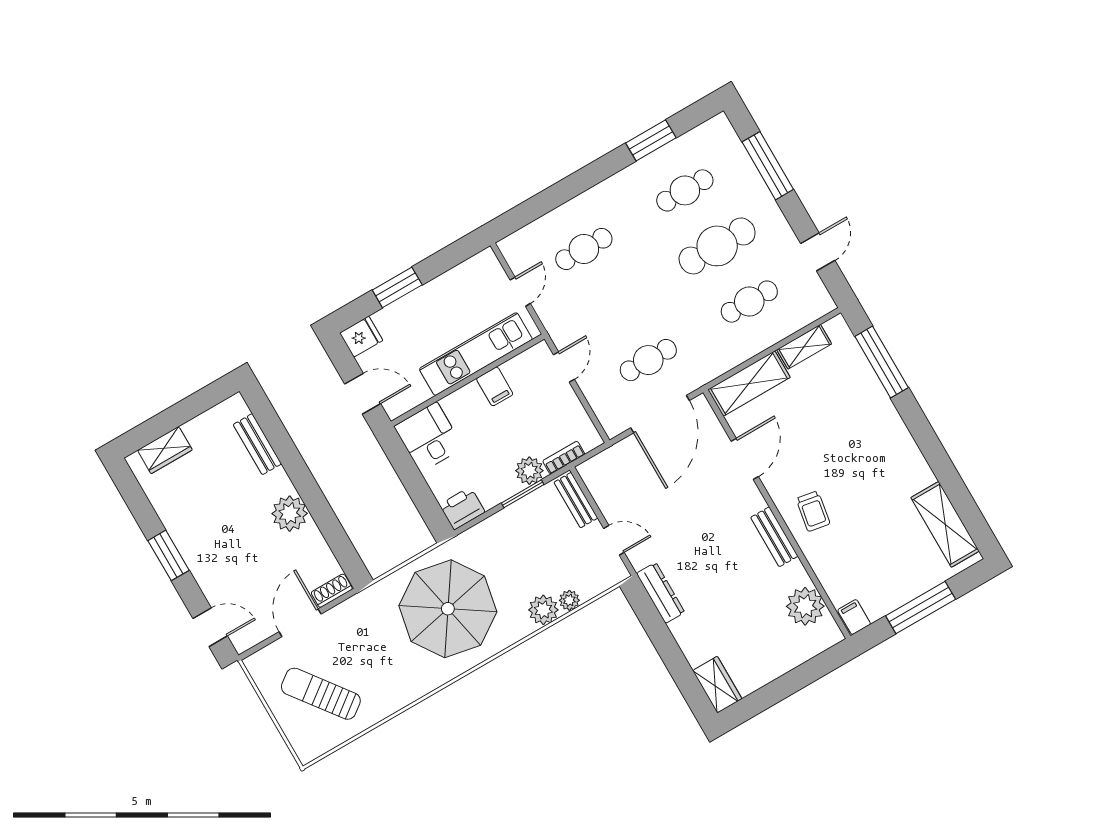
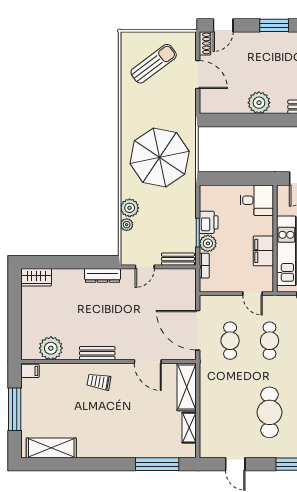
cafe table: (749, 302) -> (270, 341), moved
filing cabinet: (495, 386) -> (263, 251), width x2.00
printer: (462, 508) -> (209, 222), moved
shoe rack: (332, 591) -> (205, 43), moved

